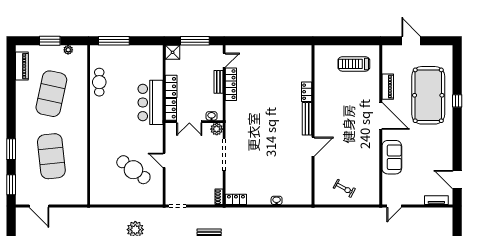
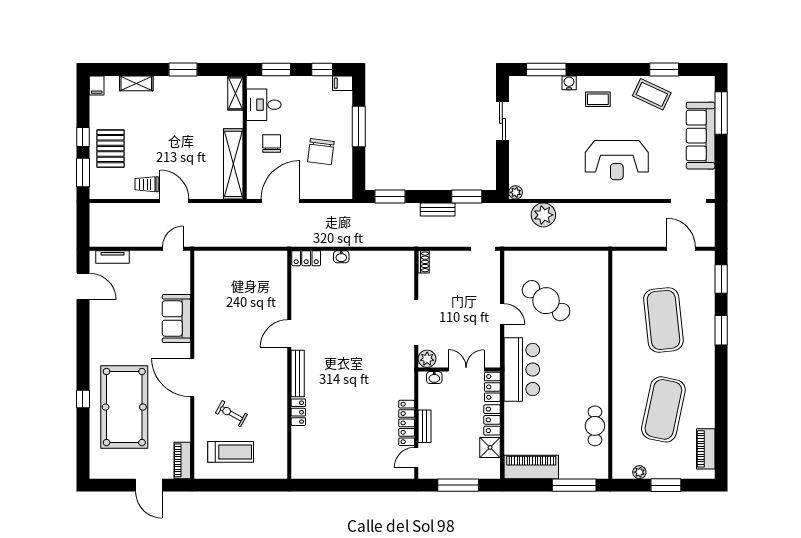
shower: (173, 52) -> (490, 447), moved
piano: (144, 53) -> (531, 467), added
piano: (388, 87) -> (182, 460), moved
bar counter: (150, 102) -> (522, 369), moved
exercise bike: (344, 188) -> (231, 414), moved
locker: (236, 199) -> (306, 258), moved

